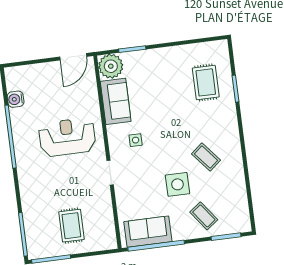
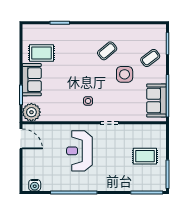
rug: (206, 82) -> (41, 53), moved
water cooler: (16, 99) -> (35, 185), moved
sofa: (116, 101) -> (32, 80), moved, turned 90

